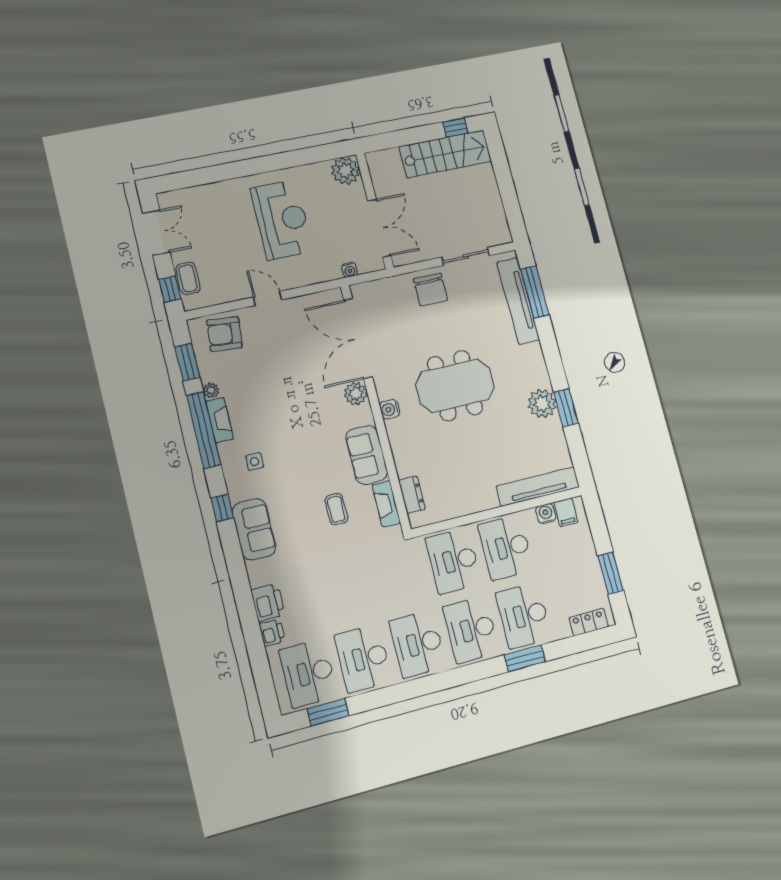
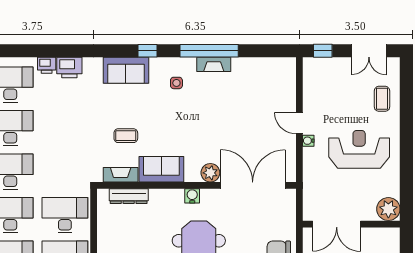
reception desk: (282, 220) -> (359, 149), turned 180
water cooler: (350, 270) -> (308, 141), moved
coffee table: (188, 278) -> (382, 99), moved, turned 90
door: (268, 298) -> (299, 123), swing flipped
armchair: (224, 334) -> (279, 84), removed
window: (187, 362) -> (263, 51), removed
plant: (211, 390) -> (238, 63), removed
dresser: (412, 495) -> (129, 196), width x1.44

